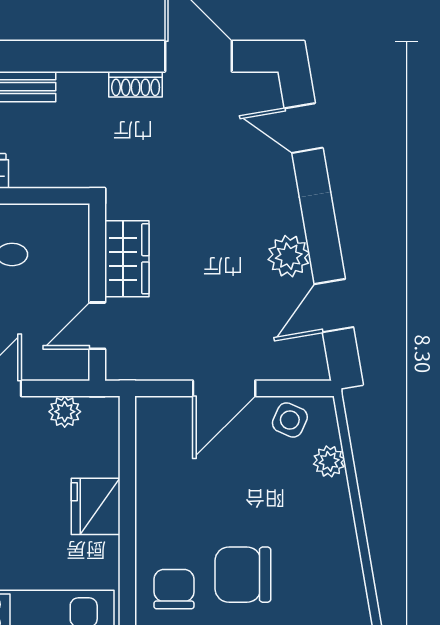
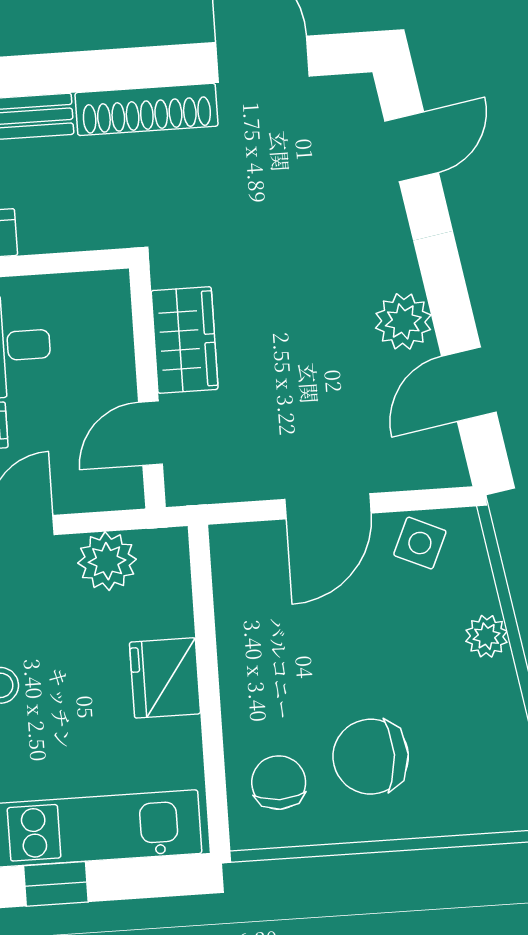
shoe rack: (136, 84) -> (146, 109), width x1.94, depth x1.24
door: (304, 128) -> (412, 147), swing flipped
plant: (65, 412) -> (107, 561), width x1.38, depth x1.38
plant: (329, 461) -> (487, 636), moved

